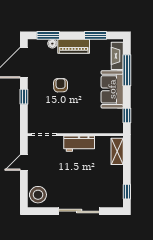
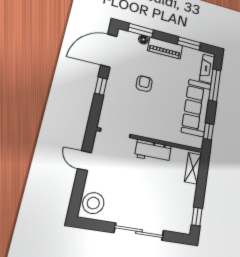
sofa: (112, 89) -> (196, 108), width x1.36
door: (24, 163) -> (84, 161), hinge flipped

